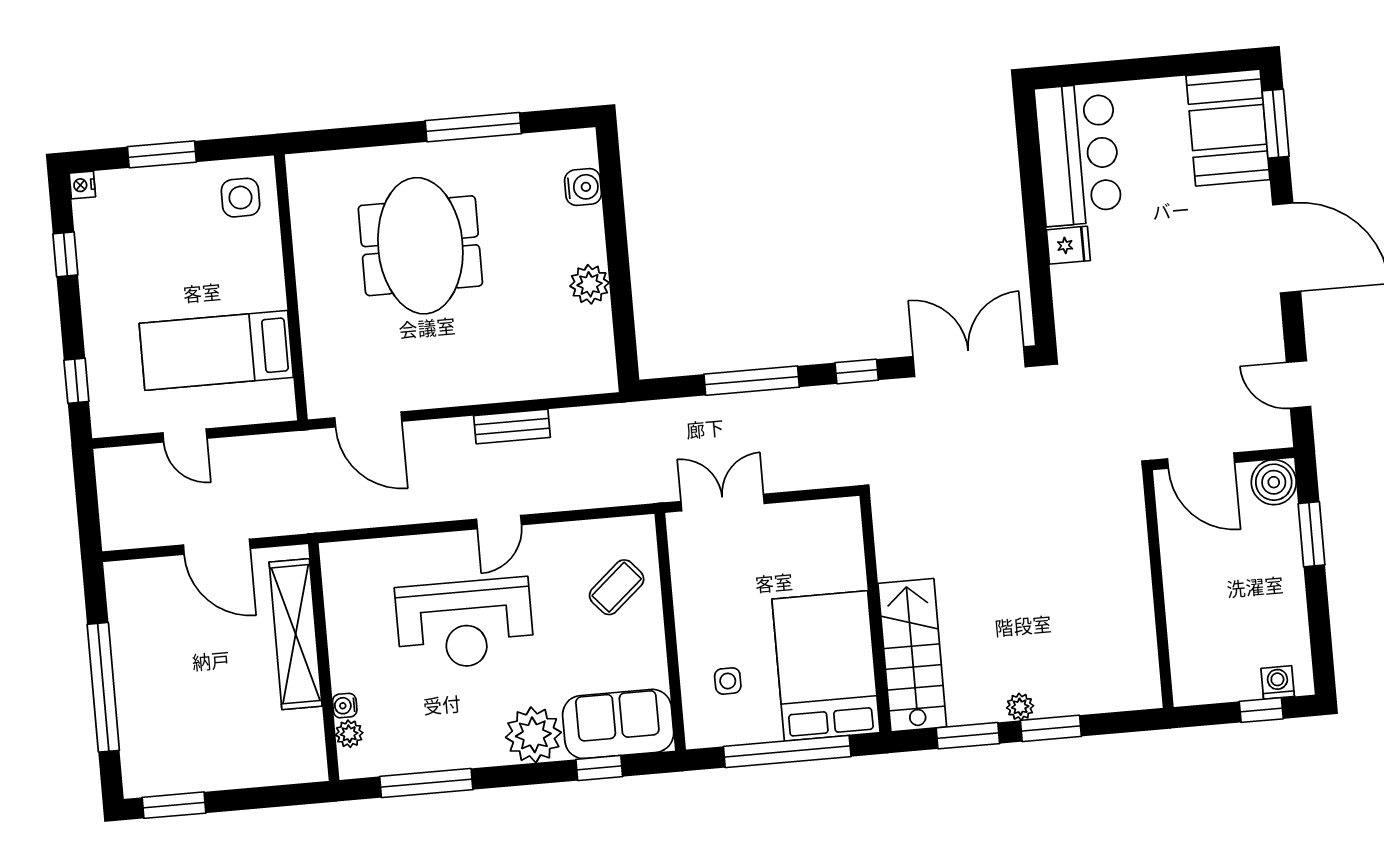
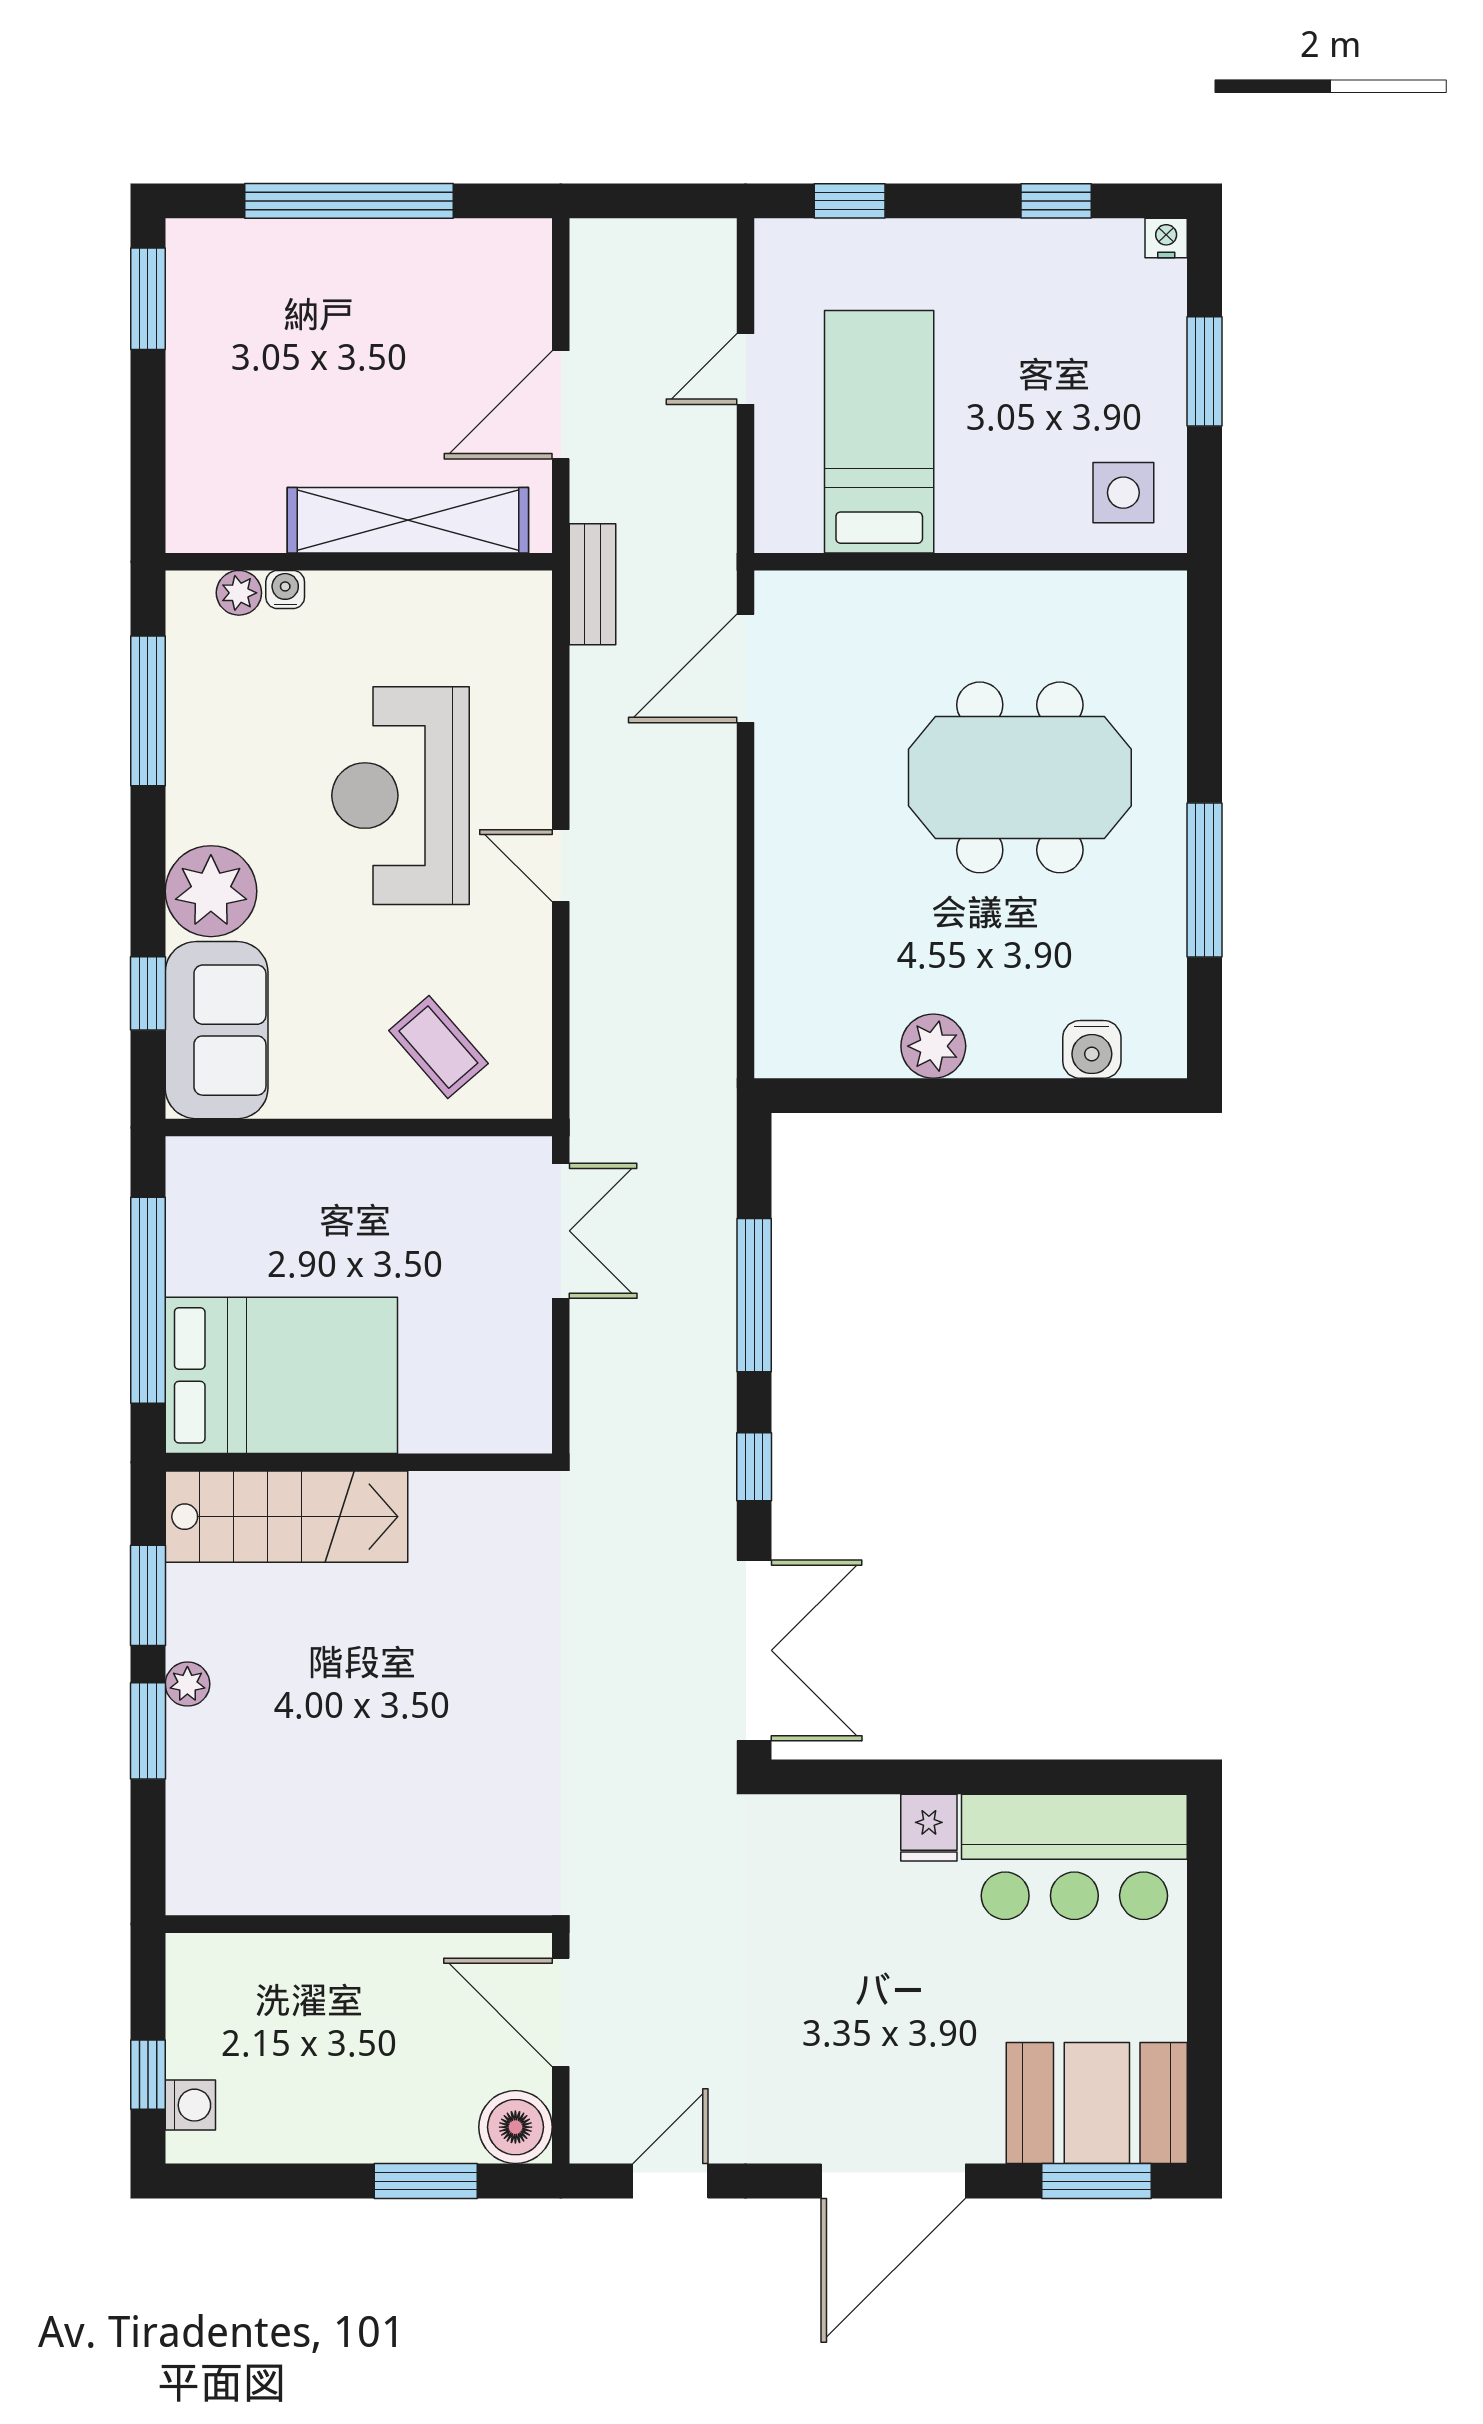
bench: (512, 427) -> (593, 584), moved
door: (1201, 461) -> (561, 2012), hinge flipped
side table: (728, 681) -> (271, 1214), removed

